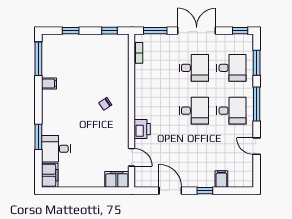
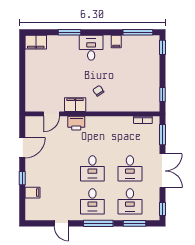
window: (71, 31) -> (163, 47), moved
door: (257, 146) -> (61, 223), swing flipped
desk: (56, 149) -> (91, 48), moved
filing cabinet: (117, 179) -> (75, 105), moved, turned -90

